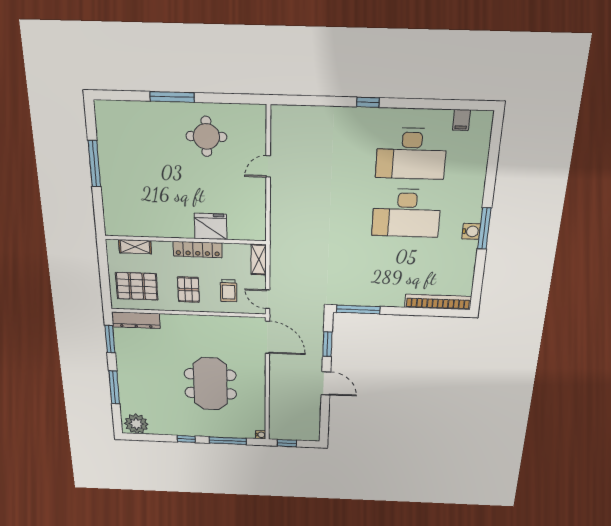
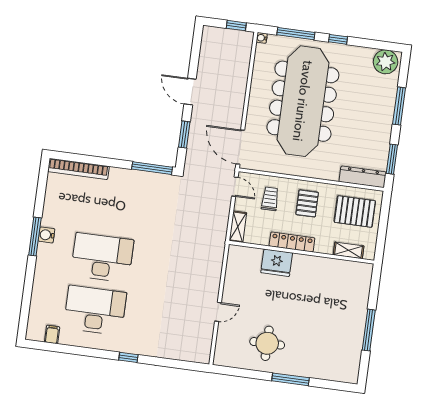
meeting table: (210, 384) -> (303, 101), width x1.86, depth x1.27

